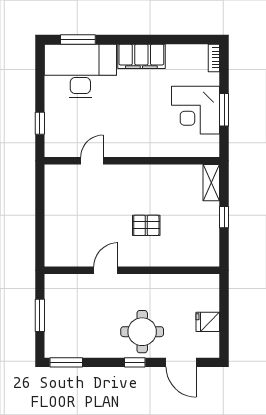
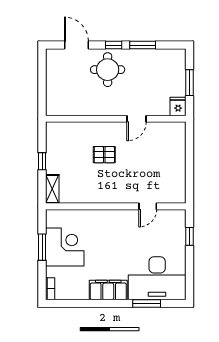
window: (78, 39) -> (147, 303), moved
fridge: (208, 322) -> (178, 107), moved, turned -90
window: (66, 362) -> (143, 45), moved

